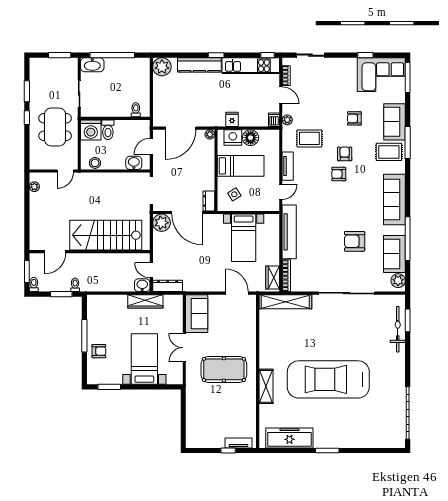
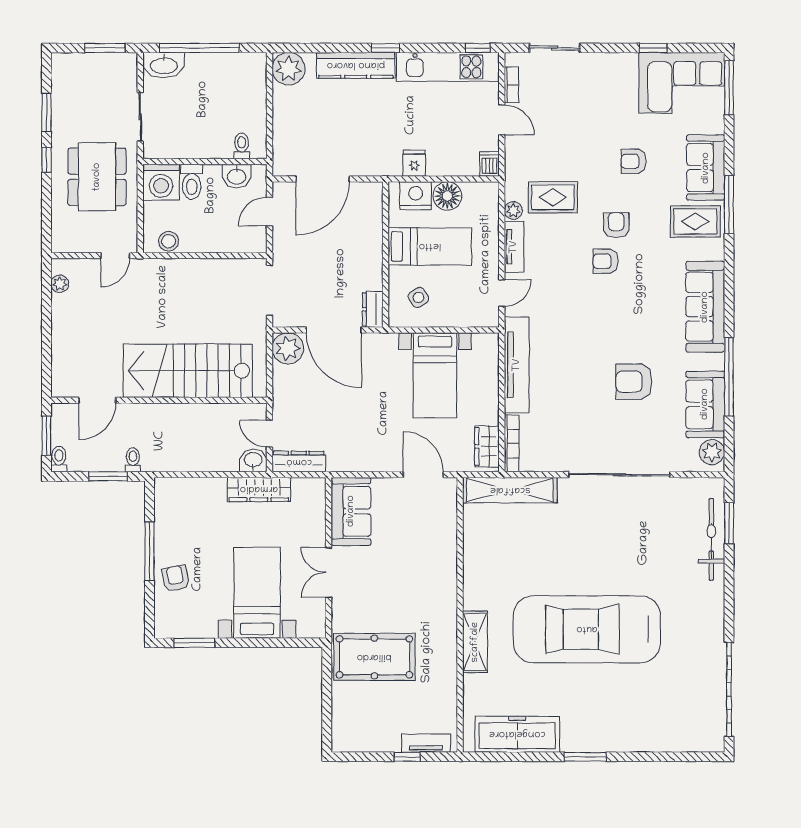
plant: (287, 120) -> (513, 211), moved
plant: (210, 134) -> (374, 190), removed
washbasin: (134, 163) -> (237, 176), moved, turned 180
armchair: (99, 351) -> (176, 579), turned -101
pool table: (224, 369) -> (374, 657), moved

